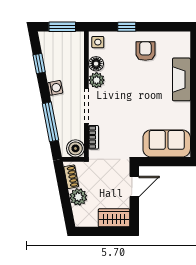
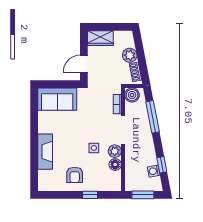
side table: (98, 42) -> (94, 148), moved
washing machine: (55, 88) -> (154, 171), moved

